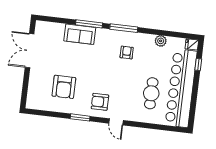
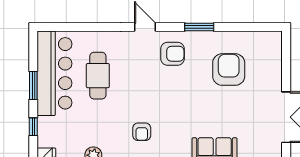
bar counter: (181, 88) -> (54, 73), width x0.73
window: (195, 92) -> (33, 86), added

